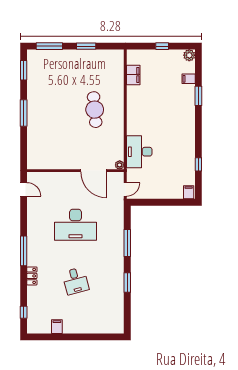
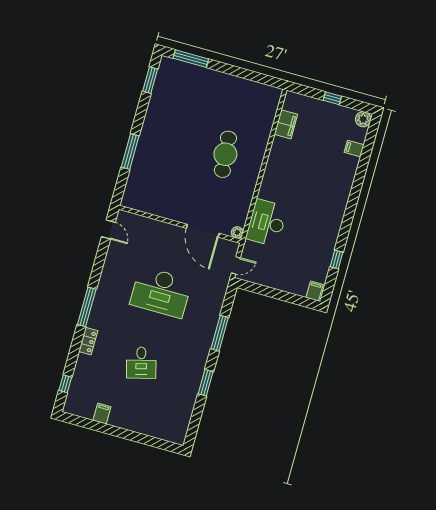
window: (86, 46) -> (237, 72), removed
window: (198, 96) -> (360, 174), removed
window: (24, 113) -> (130, 152), moved

